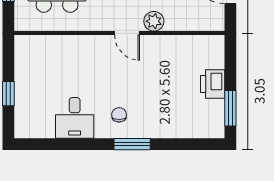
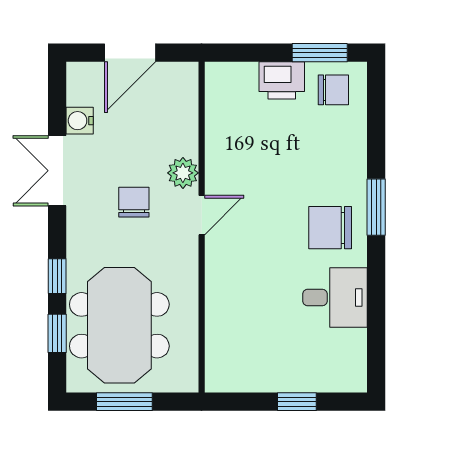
chair: (119, 115) -> (330, 228), width x1.87, depth x1.87
chair: (207, 117) -> (333, 90), added

